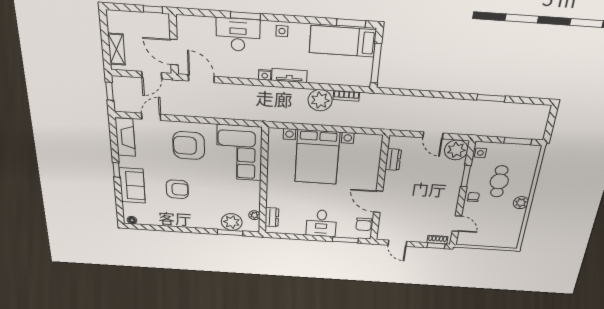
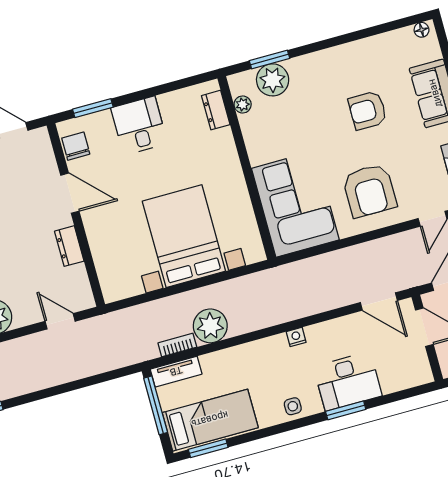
tv unit: (289, 75) -> (176, 372), moved
door: (433, 135) -> (60, 321), moved
armchair: (189, 146) -> (370, 191), turned 90
dresser: (393, 160) -> (69, 246), moved

